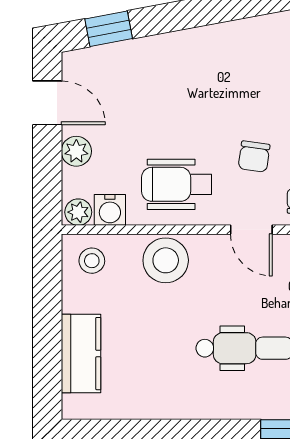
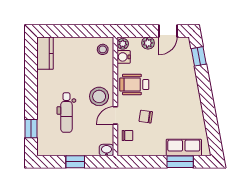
wheelchair: (177, 184) -> (134, 85), turned -90
stool: (166, 260) -> (99, 96), moved
kitchen counter: (81, 354) -> (45, 53), moved, turned -90

